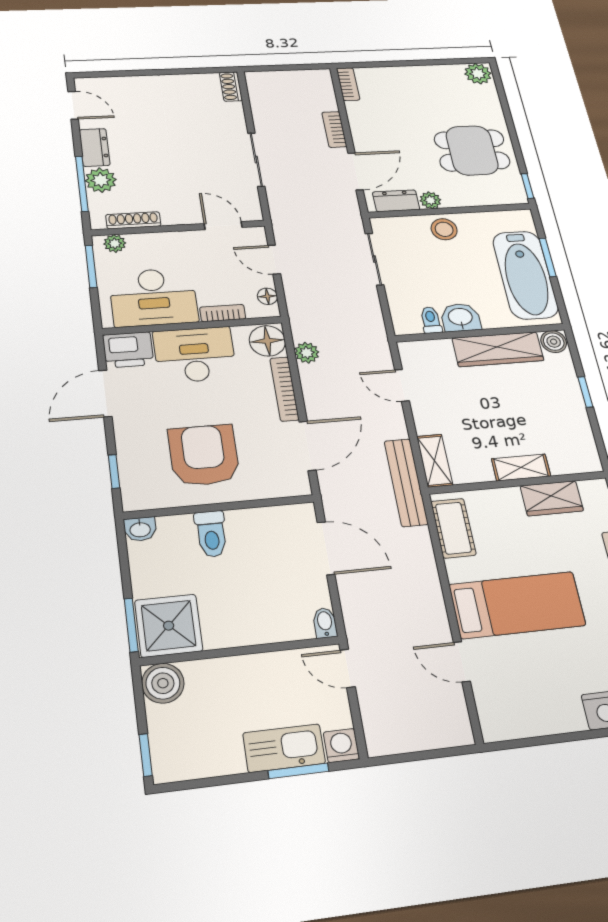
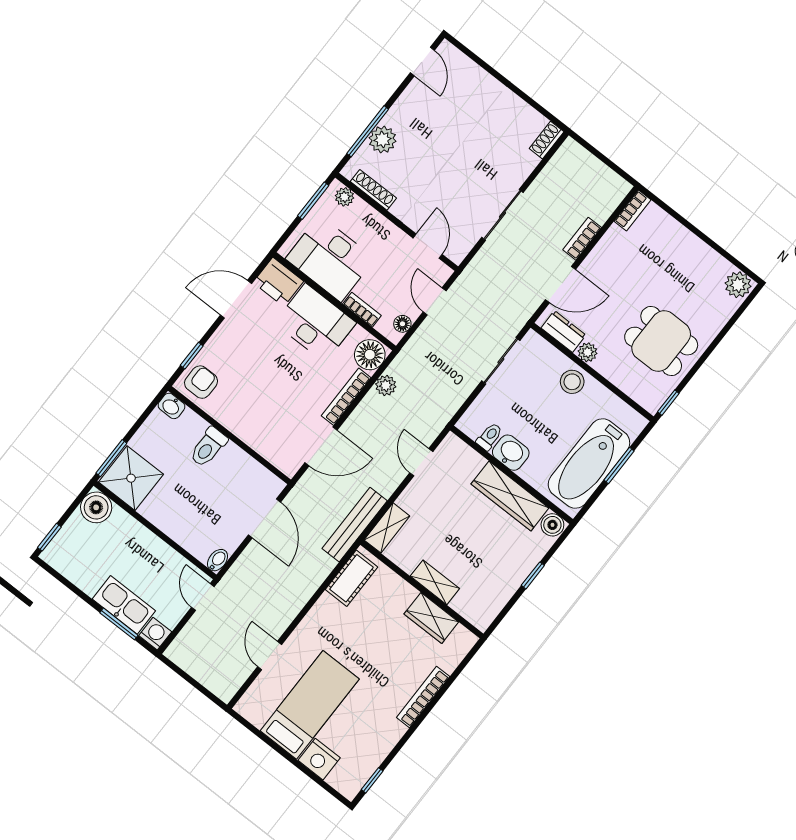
dresser: (95, 147) -> (404, 109), removed
armchair: (204, 455) -> (201, 382), moved, width x0.53, depth x0.53
bed: (517, 605) -> (310, 705), moved, turned -90

